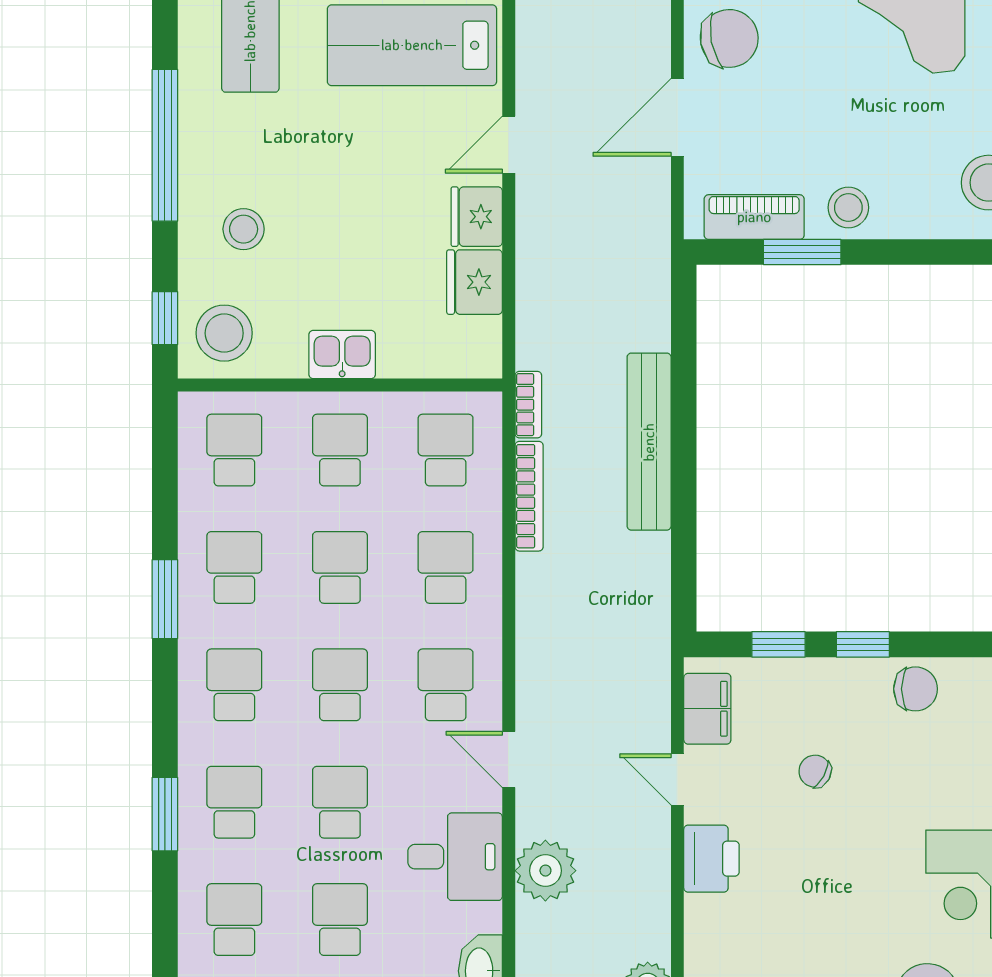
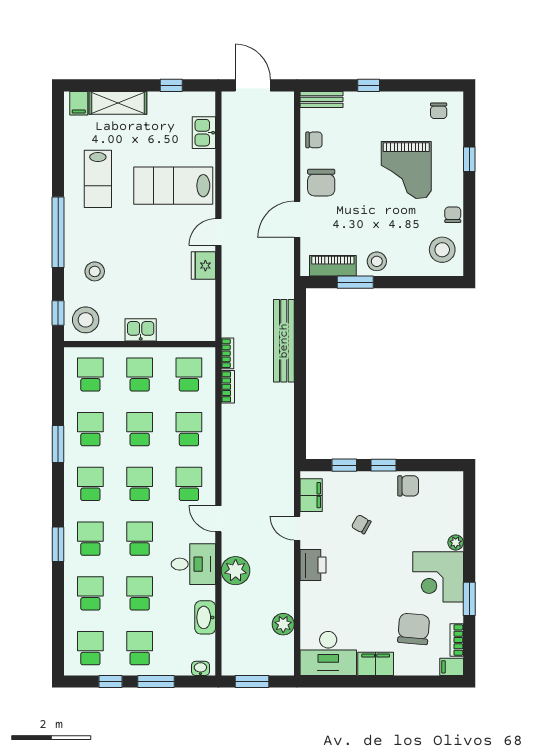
chair: (729, 38) -> (321, 183), turned 101
fridge: (475, 282) -> (202, 296), removed
bench: (649, 442) -> (284, 341), moved
bookcase: (529, 496) -> (228, 387), width x0.64

